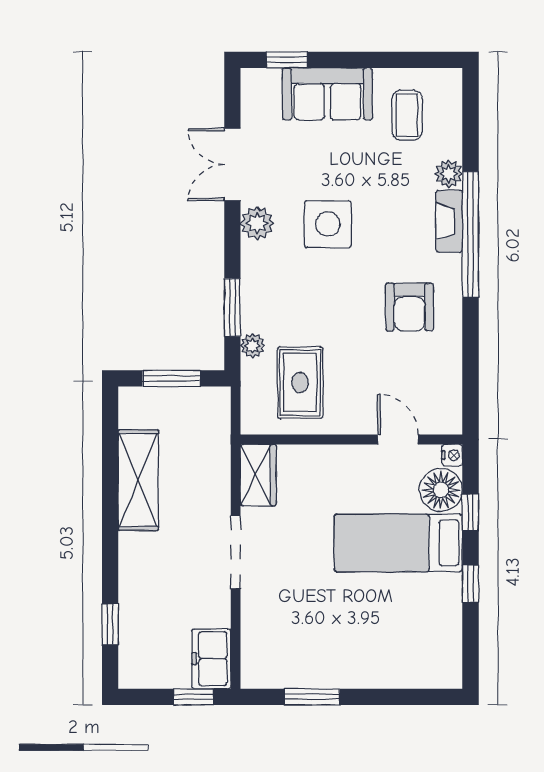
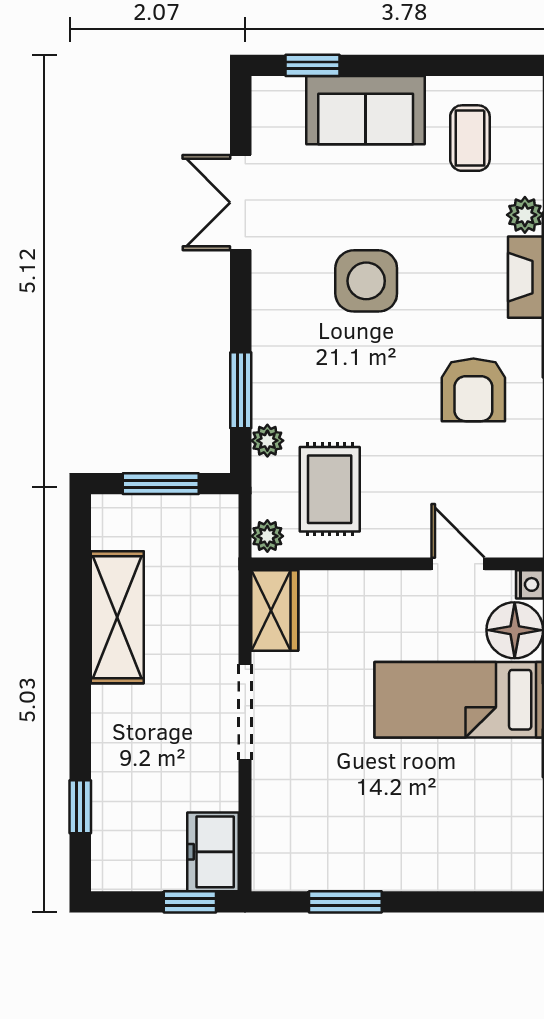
plant: (257, 223) -> (267, 536), moved, width x0.73, depth x0.73

